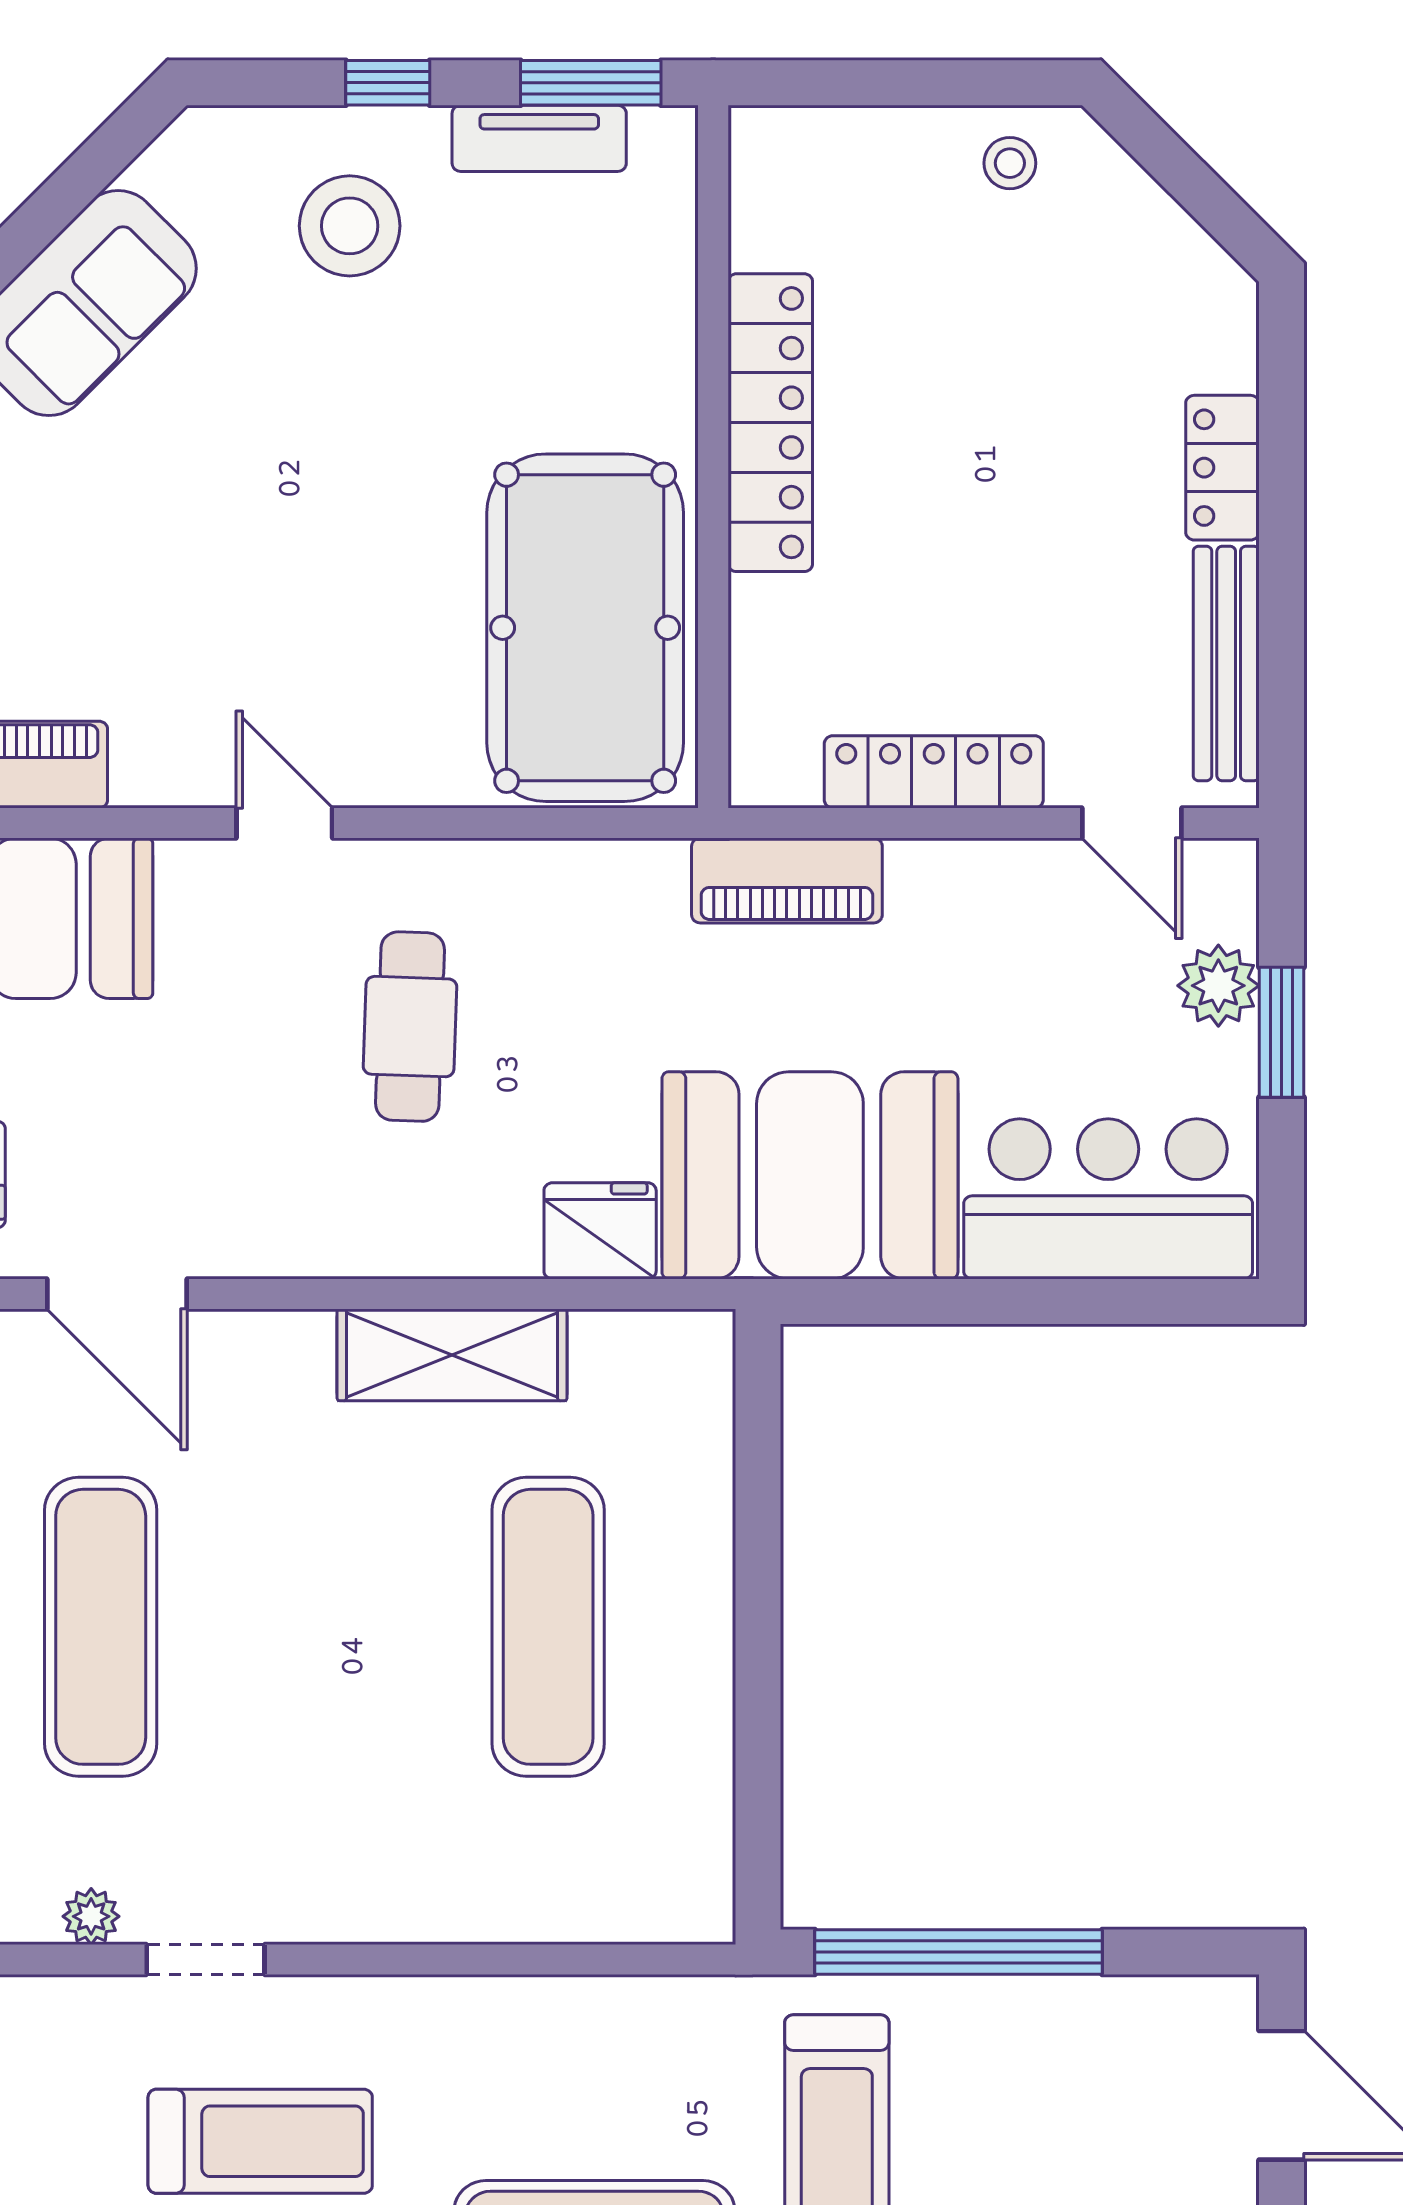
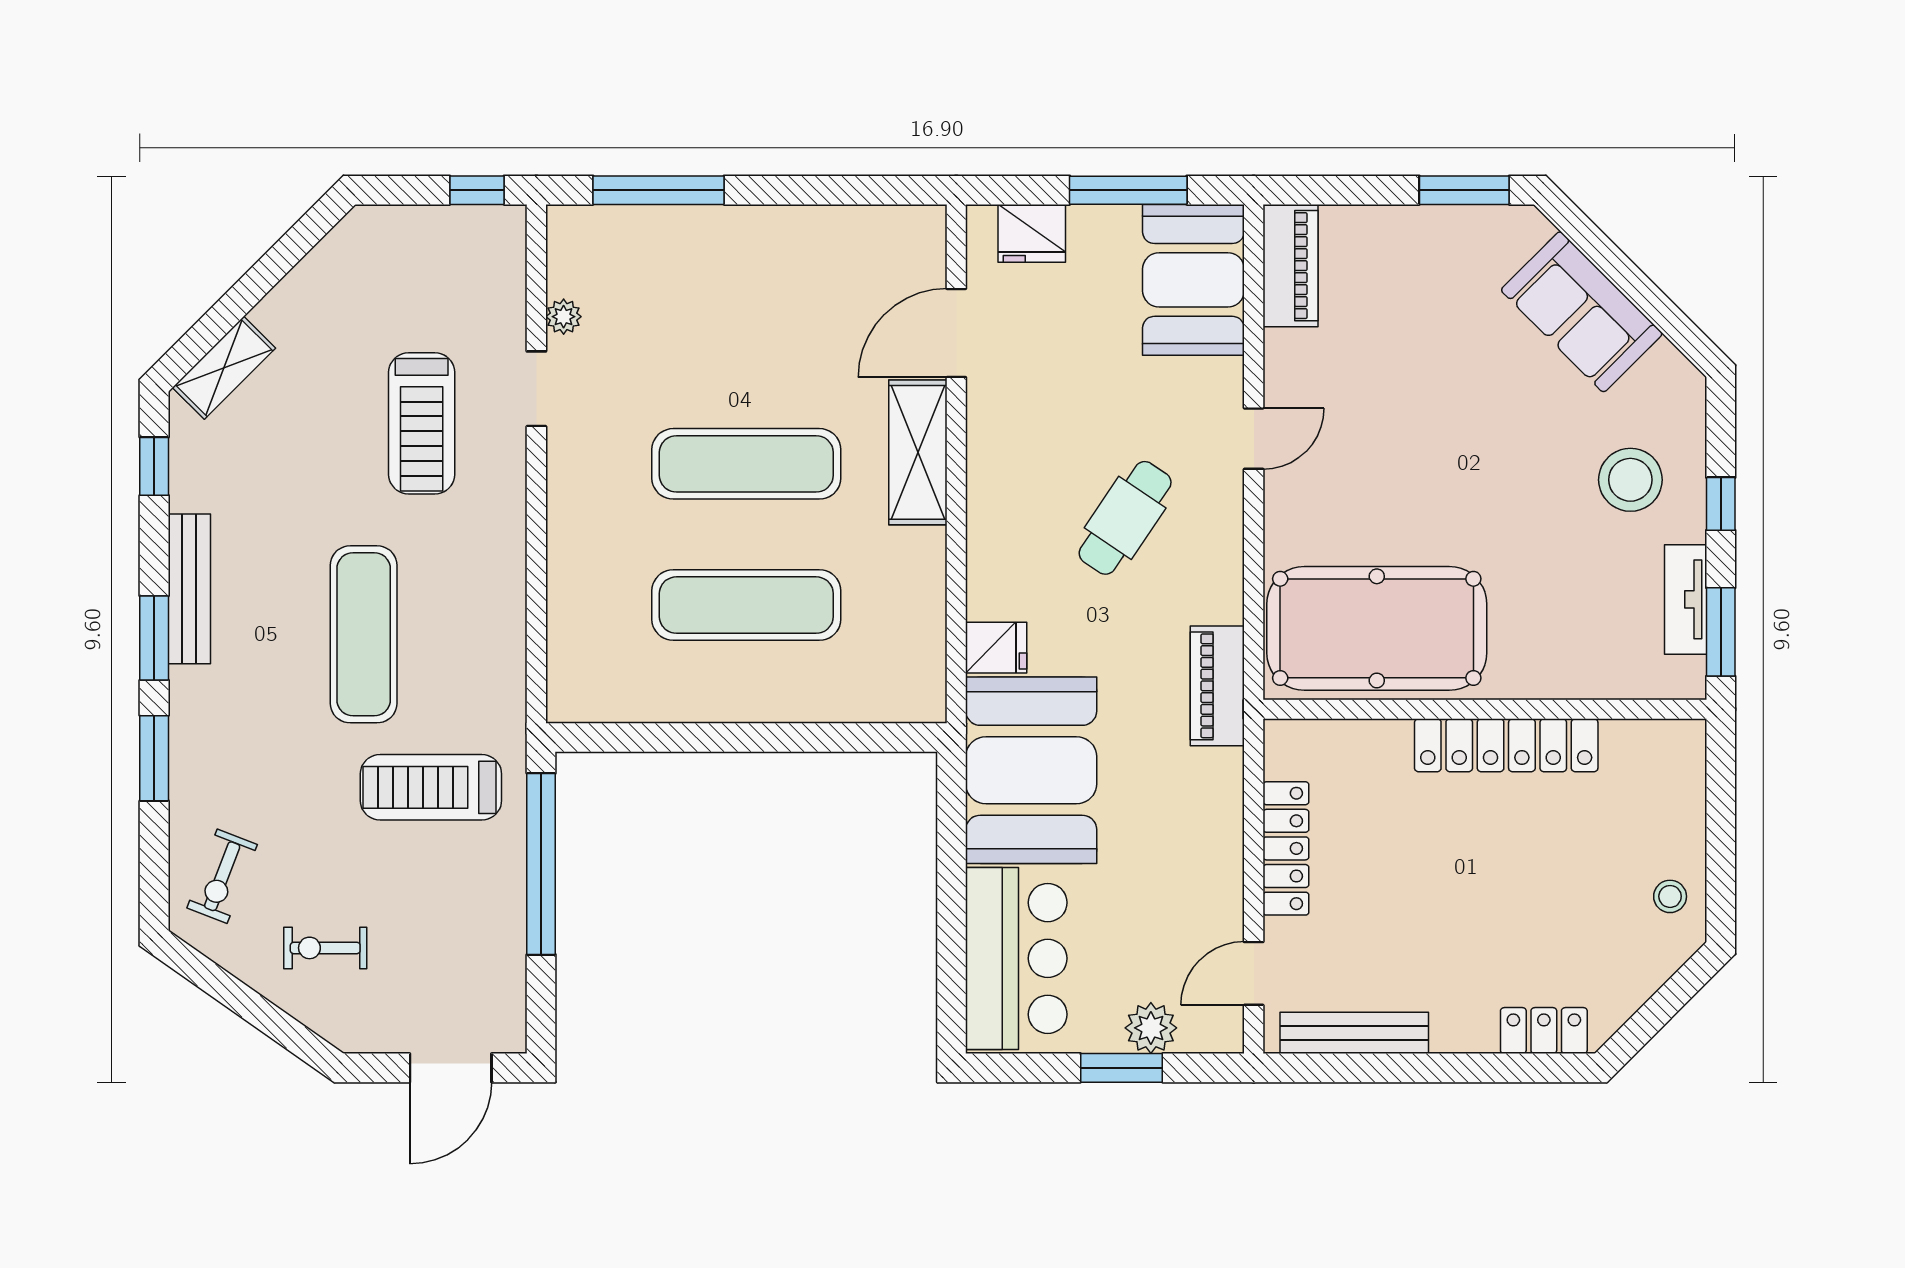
locker: (1222, 468) -> (1544, 1031), moved
piano: (787, 880) -> (1217, 686), moved
cafe table: (410, 1027) -> (1125, 518), turned -58
fridge: (600, 1231) -> (996, 648), width x0.72
shelving: (452, 1355) -> (918, 452), moved
exercise mat: (101, 1627) -> (746, 464), moved

